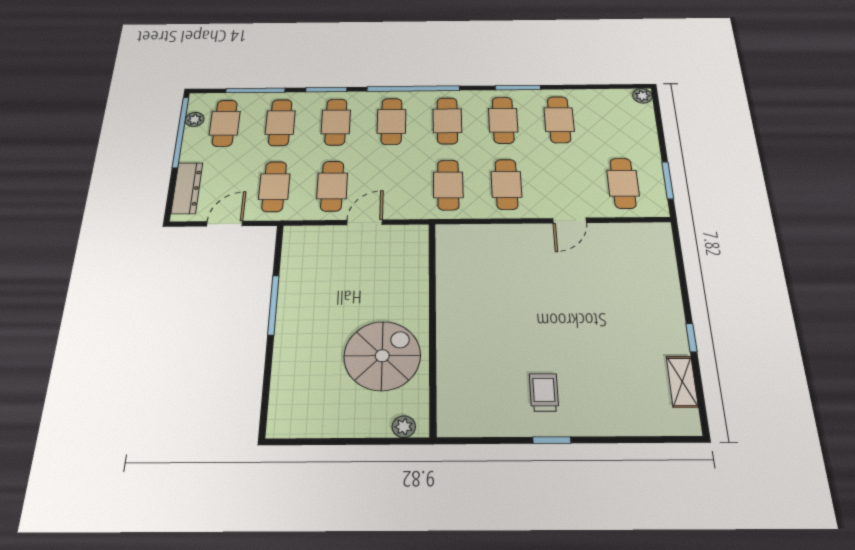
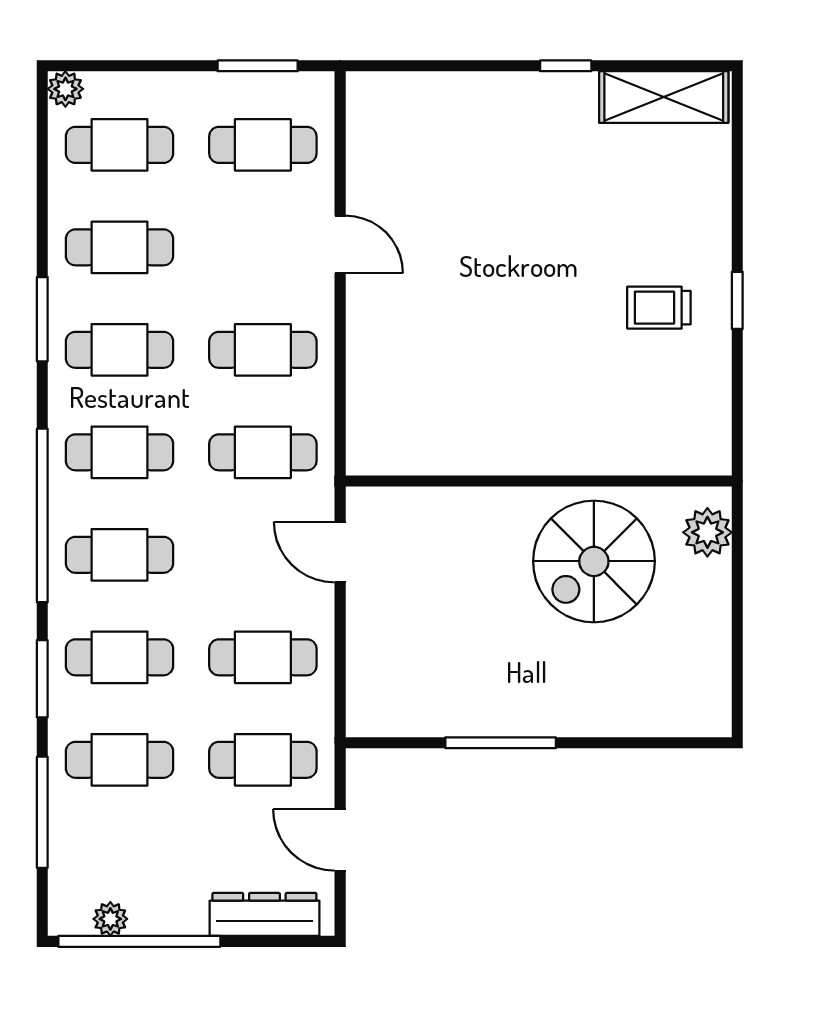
cafe table: (225, 123) -> (119, 145), moved
door: (365, 222) -> (340, 552), moved
spiral stairs: (382, 356) -> (594, 561), turned -90
shelving: (682, 382) -> (664, 97), width x1.50, depth x1.33
plant: (404, 427) -> (707, 532), width x1.38, depth x1.38

